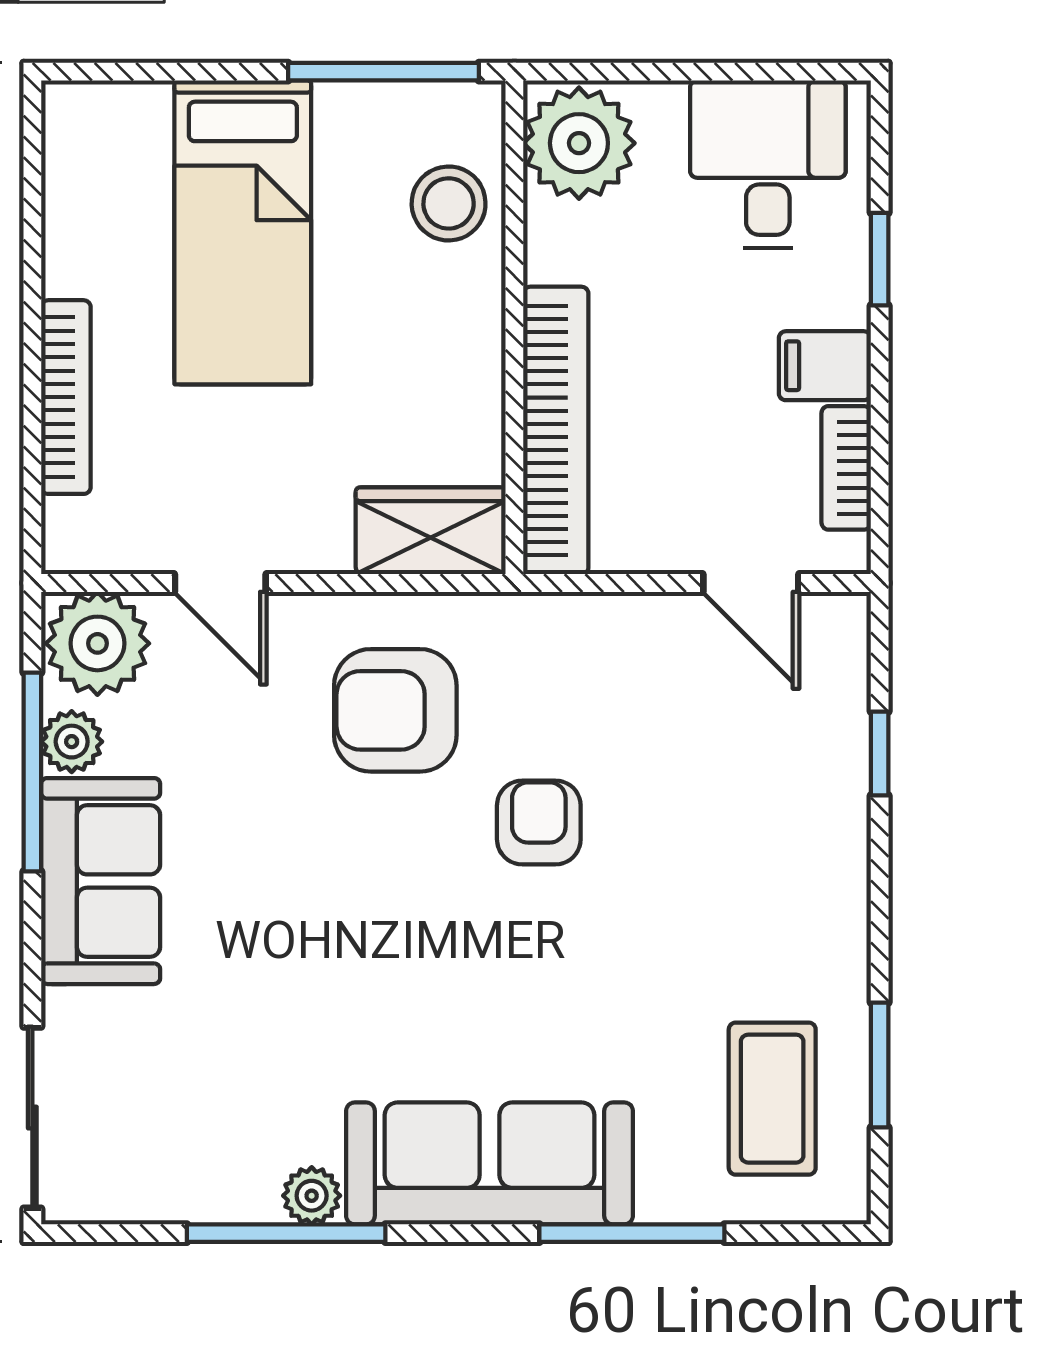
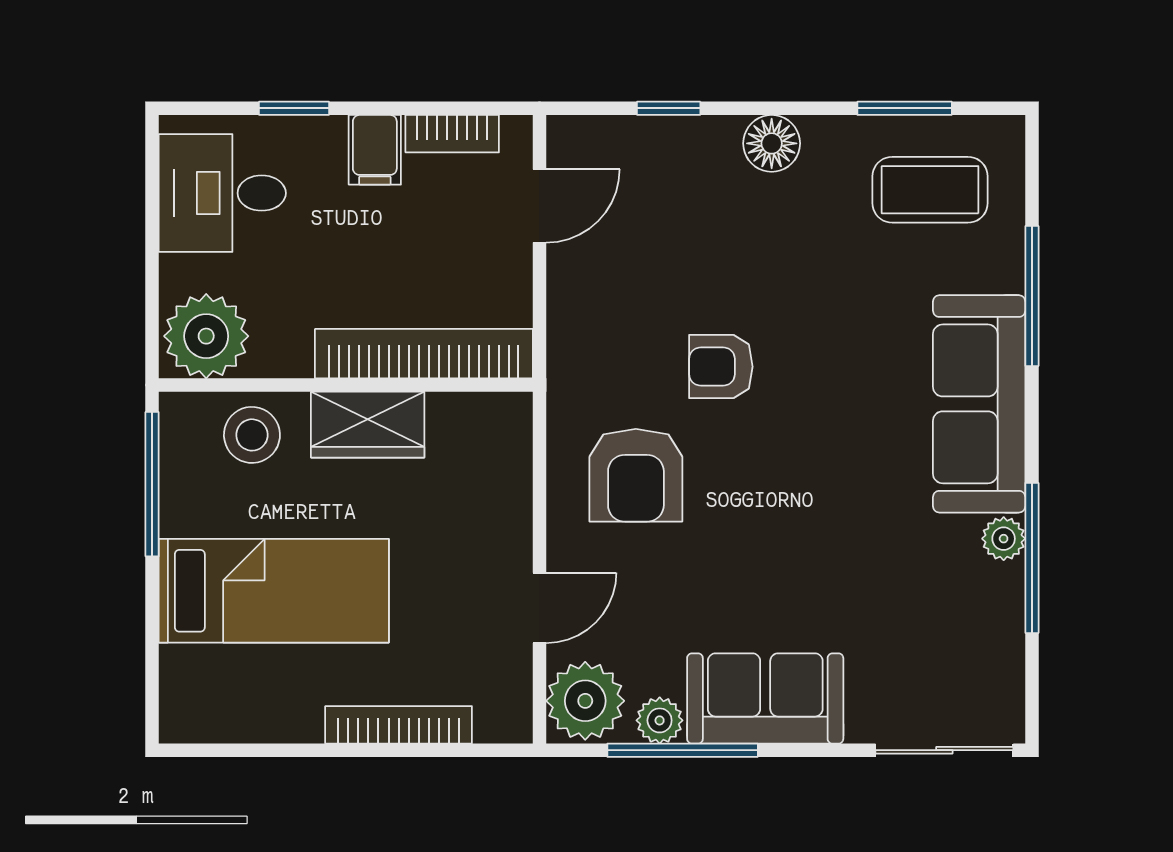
wardrobe: (431, 531) -> (368, 425), moved, turned -90
floor lamp: (833, 890) -> (772, 143), added

